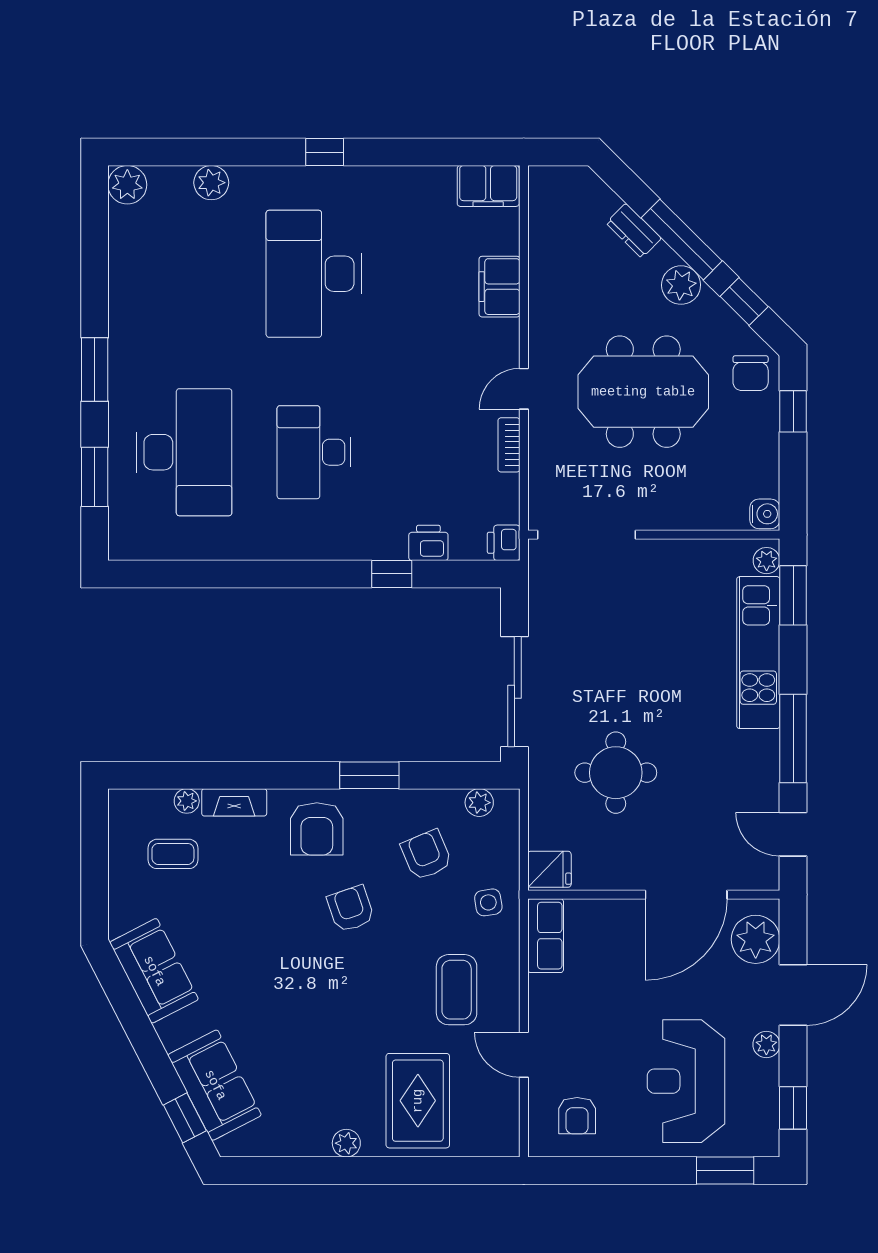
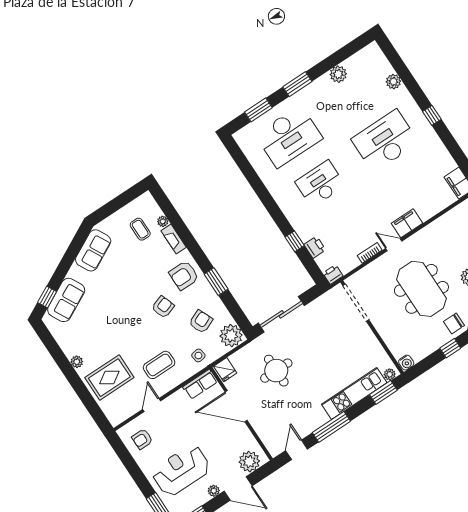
plant: (127, 185) -> (338, 74), moved
filing cabinet: (499, 287) -> (407, 223), moved
plant: (479, 803) -> (231, 336), width x1.88, depth x1.88
door: (686, 895) -> (236, 406), moved

